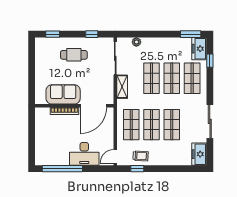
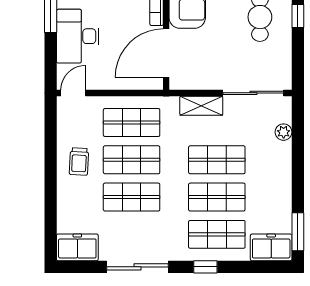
window: (92, 34) -> (298, 16), moved
window: (210, 61) -> (205, 267), moved
door: (93, 106) -> (166, 53), hinge flipped
door: (115, 156) -> (73, 93), hinge flipped
trolley: (141, 156) -> (79, 161), moved
window: (137, 169) -> (51, 134), removed

